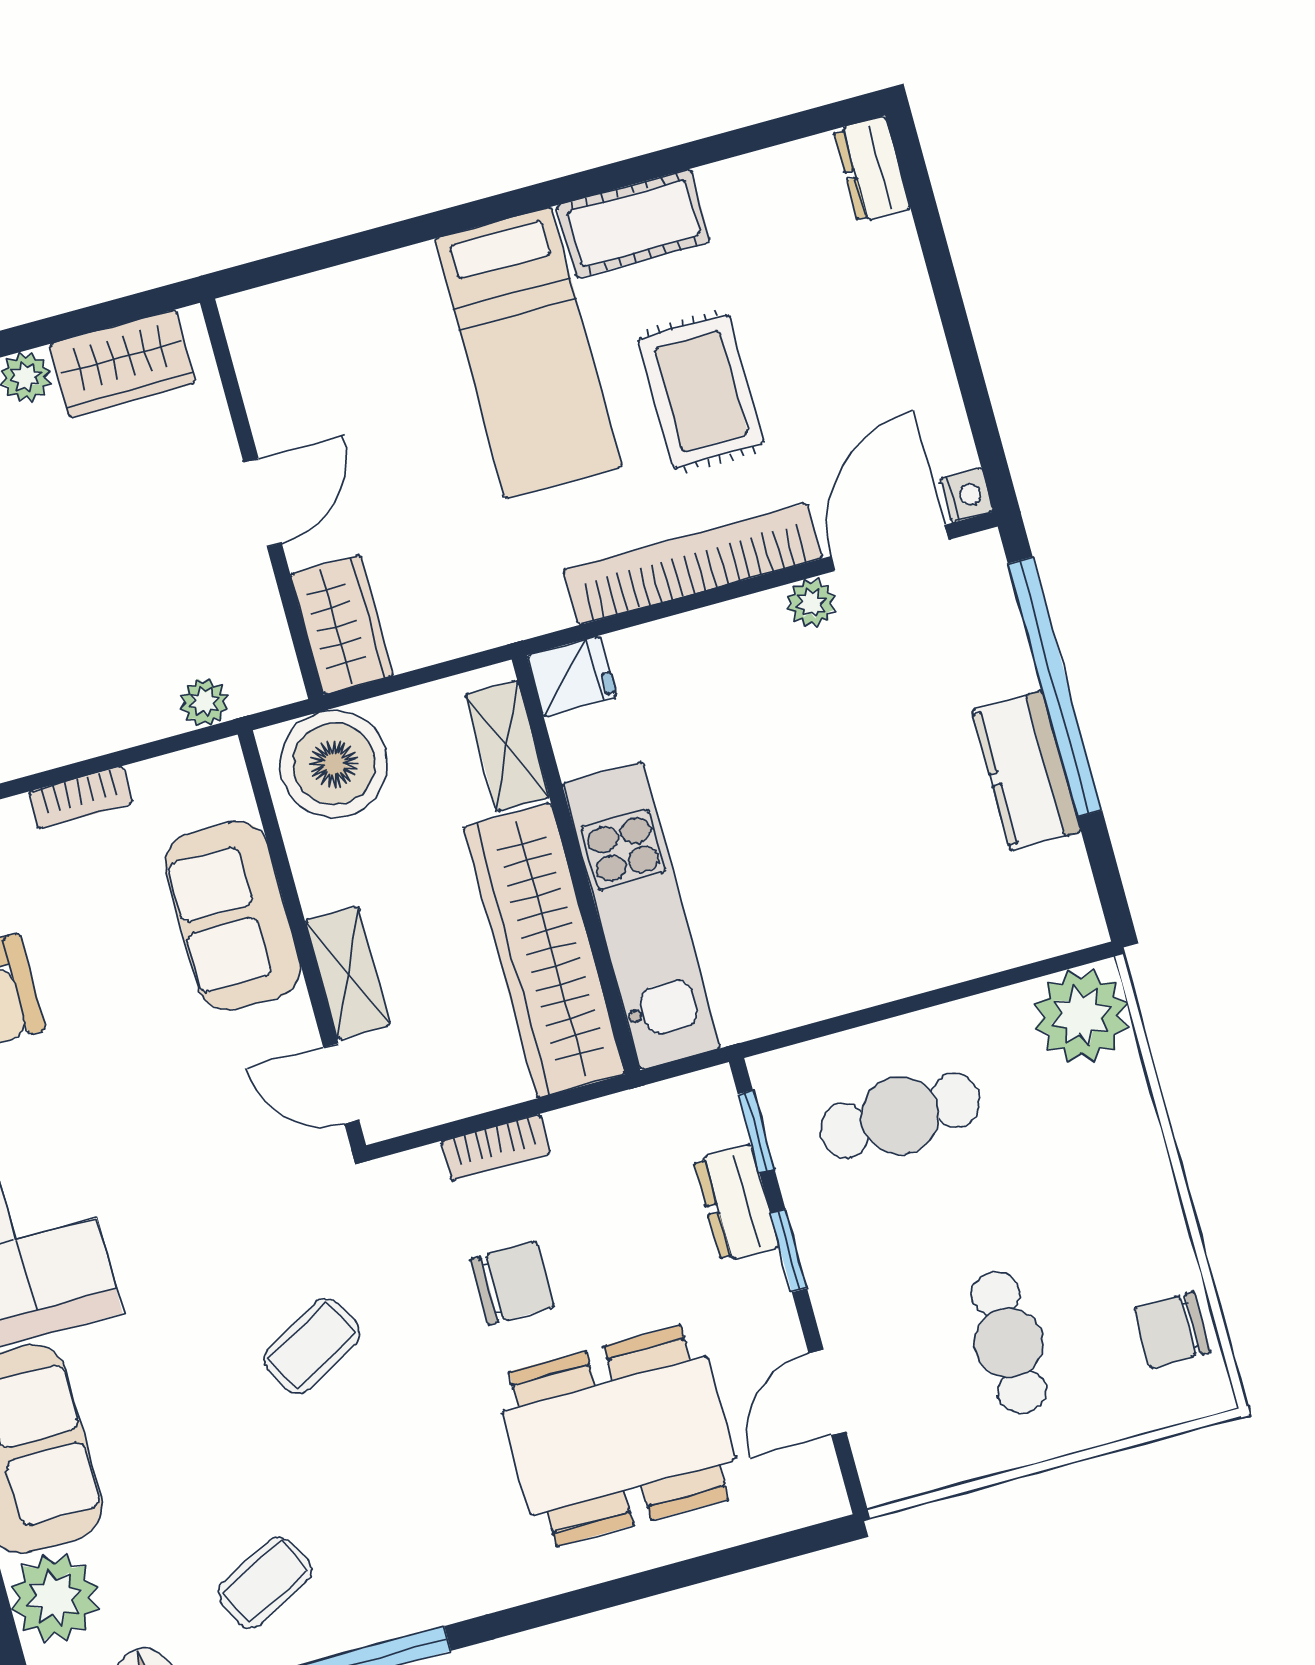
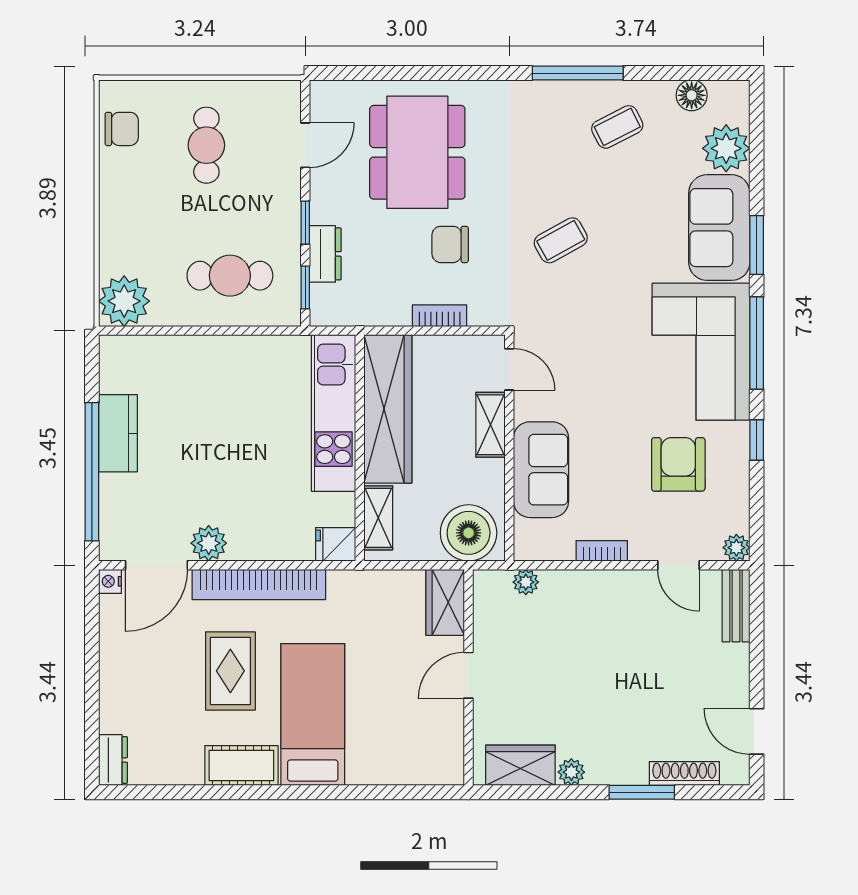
plant: (811, 603) -> (209, 543), width x1.38, depth x1.38
dining table: (619, 1436) -> (417, 152), turned 90

